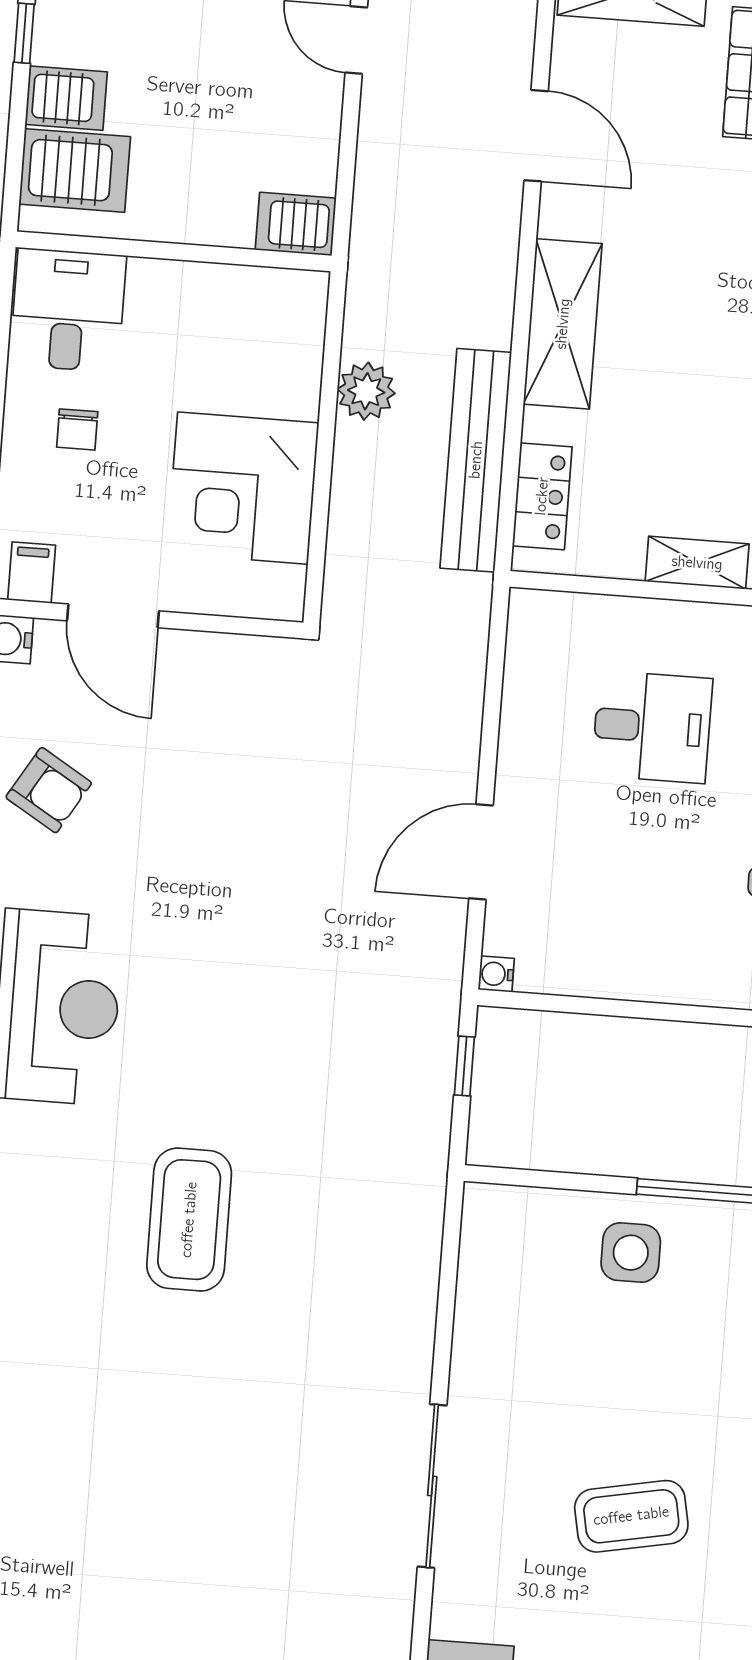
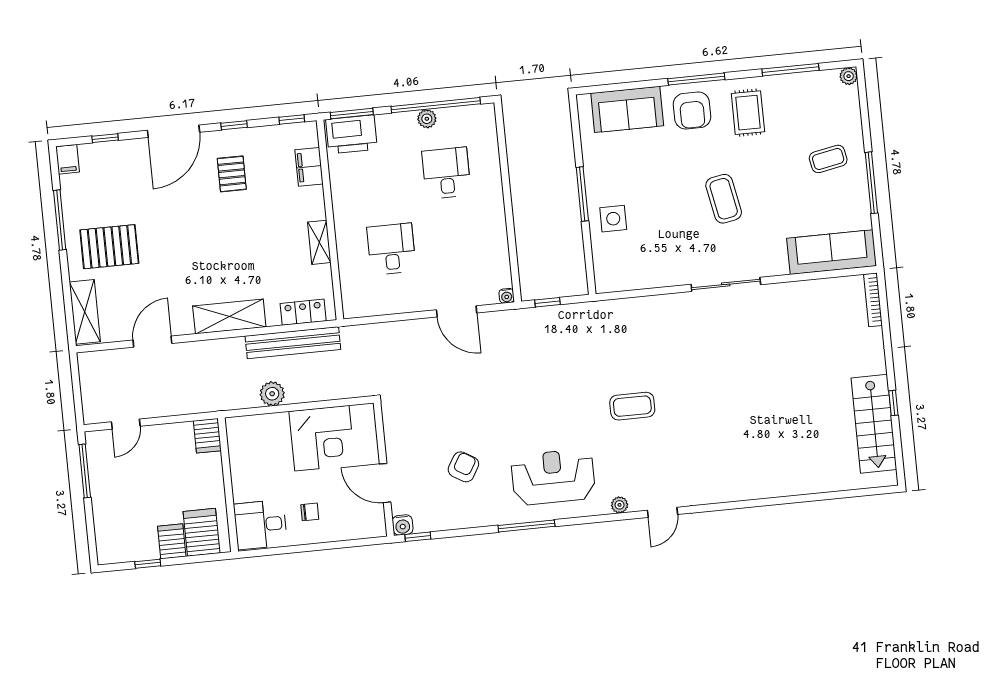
filing cabinet: (32, 573) -> (373, 520), removed
door: (113, 616) -> (385, 483), swing flipped
armchair: (49, 790) -> (463, 467), moved
coffee table: (189, 1220) -> (632, 406), width x0.73, depth x0.76

